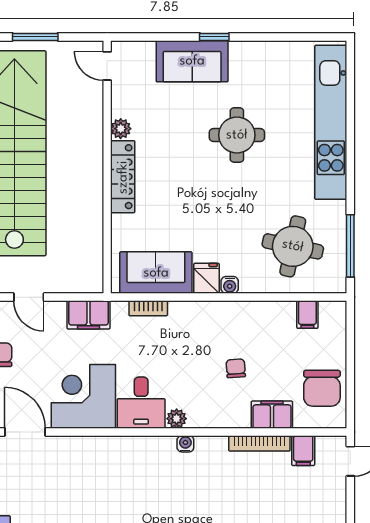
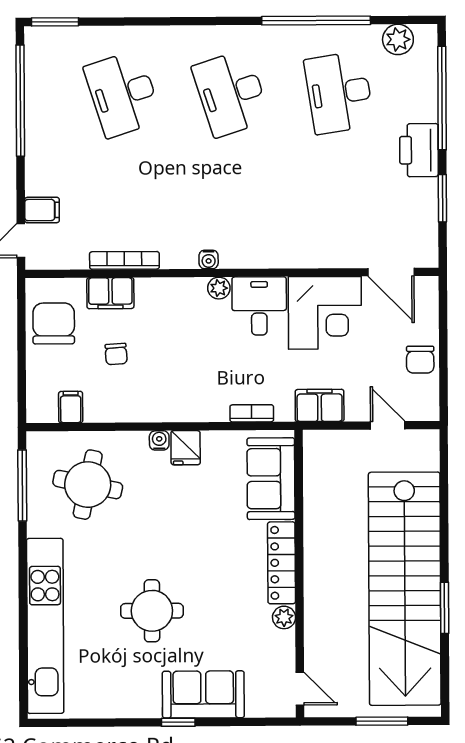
sofa: (156, 273) -> (271, 479), moved, turned 90
chair: (236, 368) -> (116, 354), moved
filing cabinet: (303, 451) -> (42, 210), moved, turned 90

